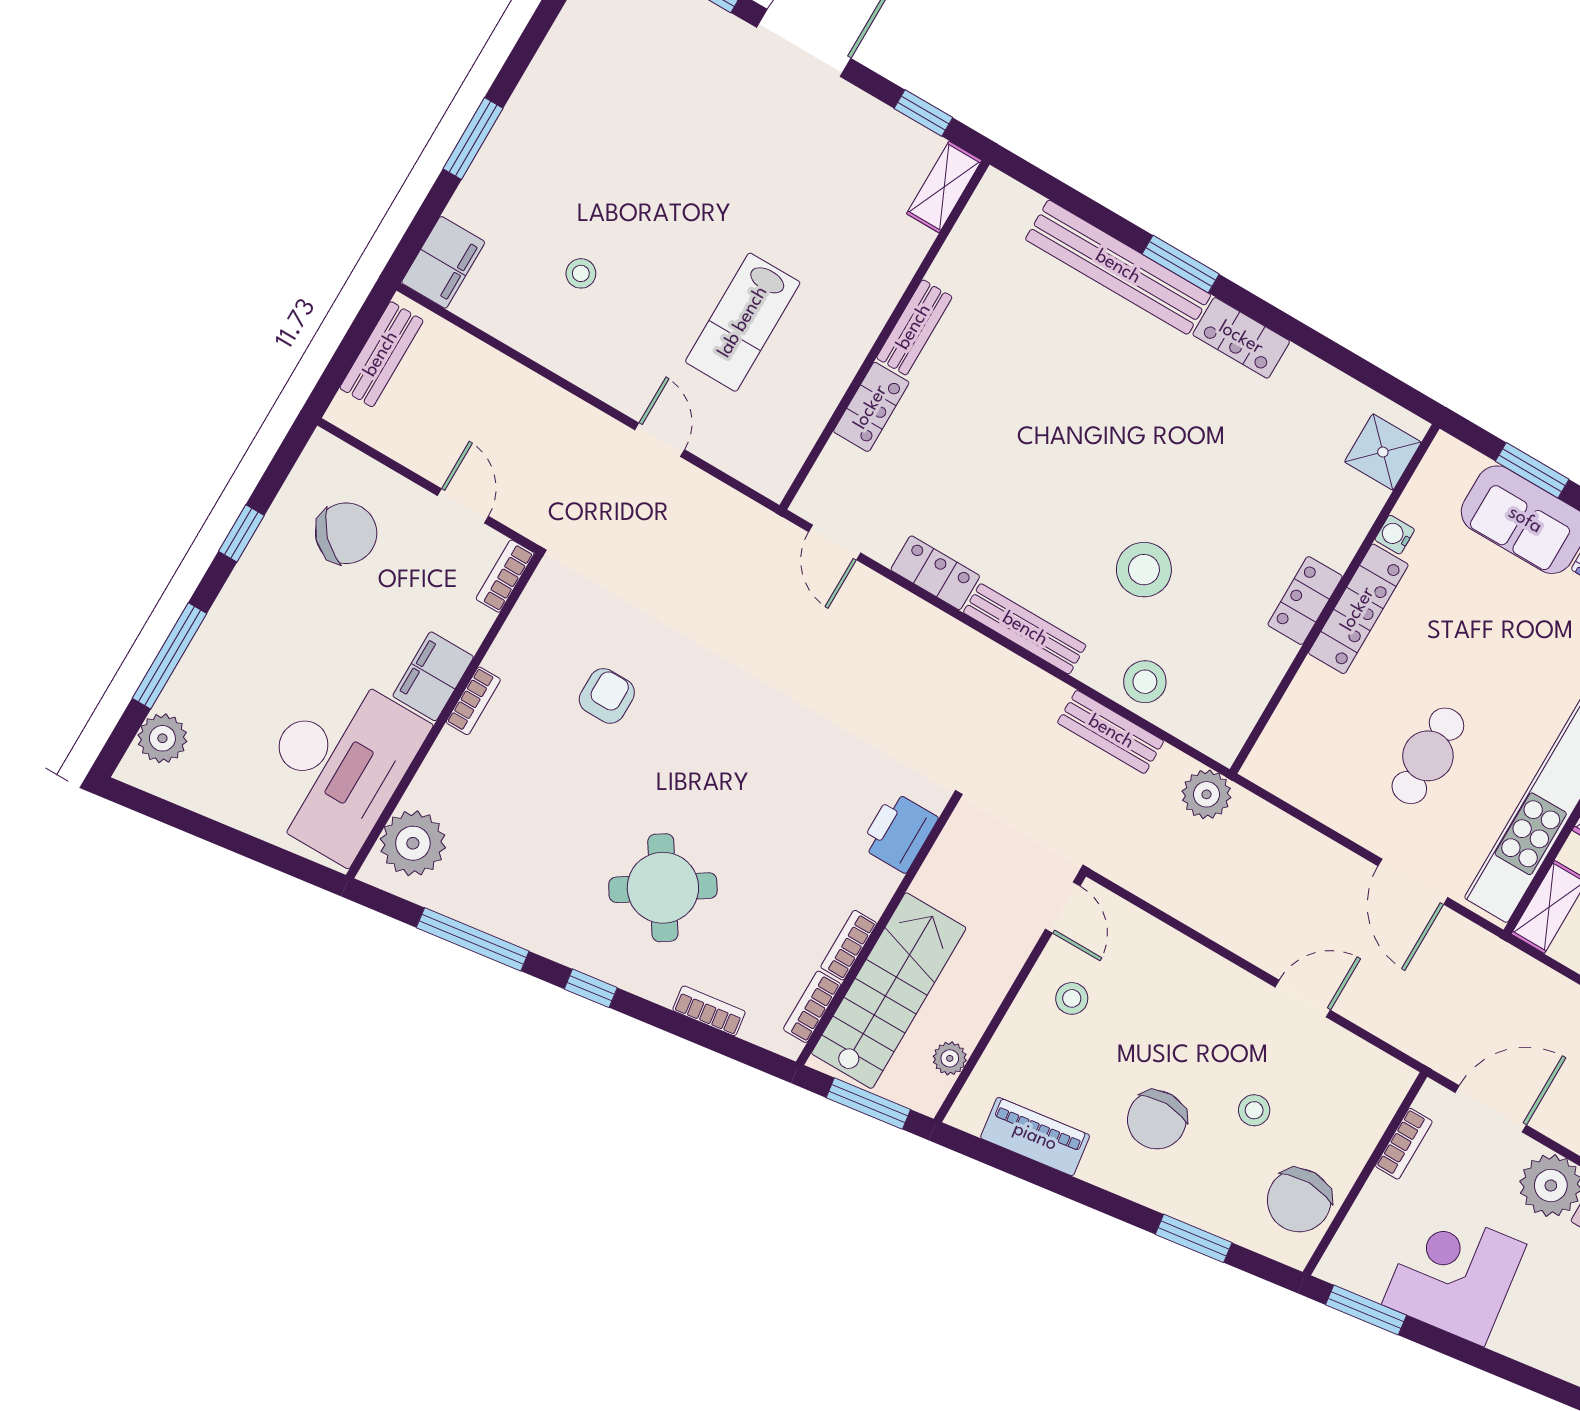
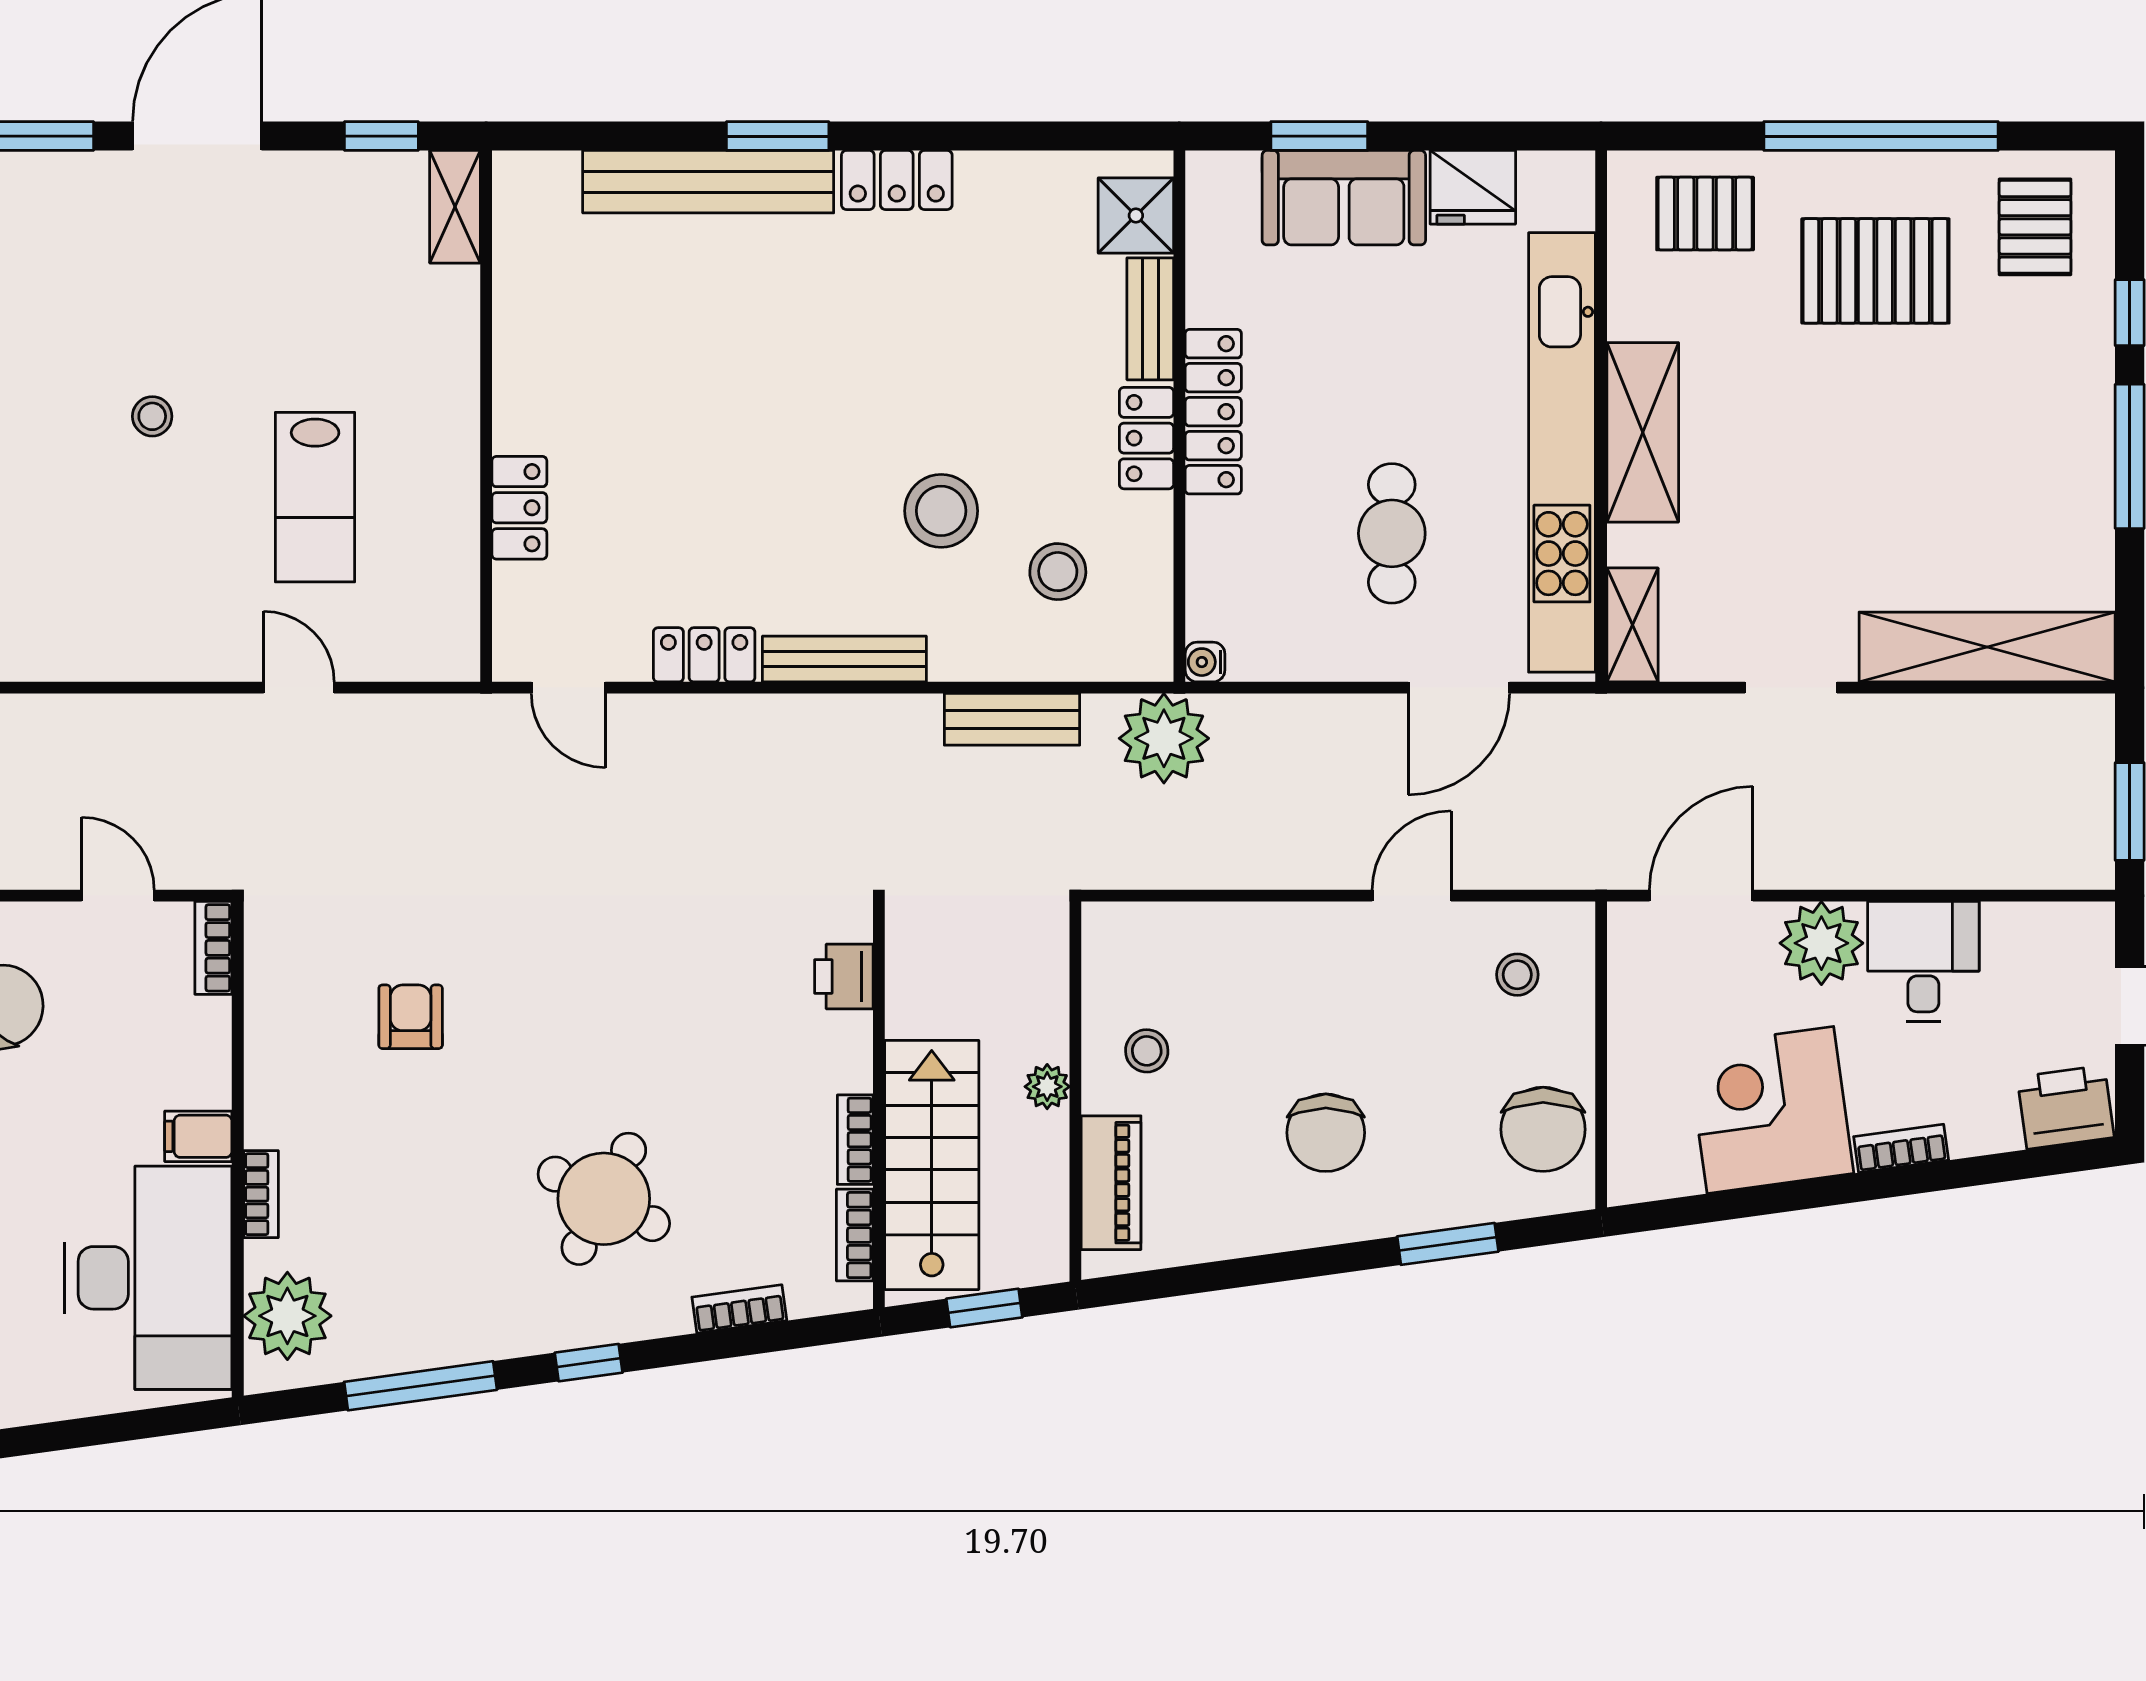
stool: (581, 273) -> (152, 416), moved
bench: (914, 327) -> (1150, 319), moved
water cooler: (1395, 535) -> (1205, 662), moved
filing cabinet: (433, 676) -> (198, 1136), width x0.50
stool: (1145, 682) -> (1058, 572), moved
bookcase: (473, 701) -> (261, 1194), moved
plant: (1206, 794) -> (1164, 738), width x1.36, depth x1.36
printer: (899, 832) -> (844, 976), width x0.73, depth x0.81
door: (1413, 882) -> (1459, 688), hinge flipped
round table: (663, 888) -> (604, 1199), turned -30
door: (1063, 908) -> (1075, 953), removed
plant: (950, 1058) -> (1047, 1087), moved
window: (868, 1104) -> (984, 1308), width x0.67
stool: (1254, 1110) -> (1517, 975), moved
piano: (1035, 1137) -> (1111, 1183), moved, turned 98
bookcase: (1404, 1144) -> (1901, 1148), moved, turned -98
window: (1366, 1310) -> (1693, 1210), removed

